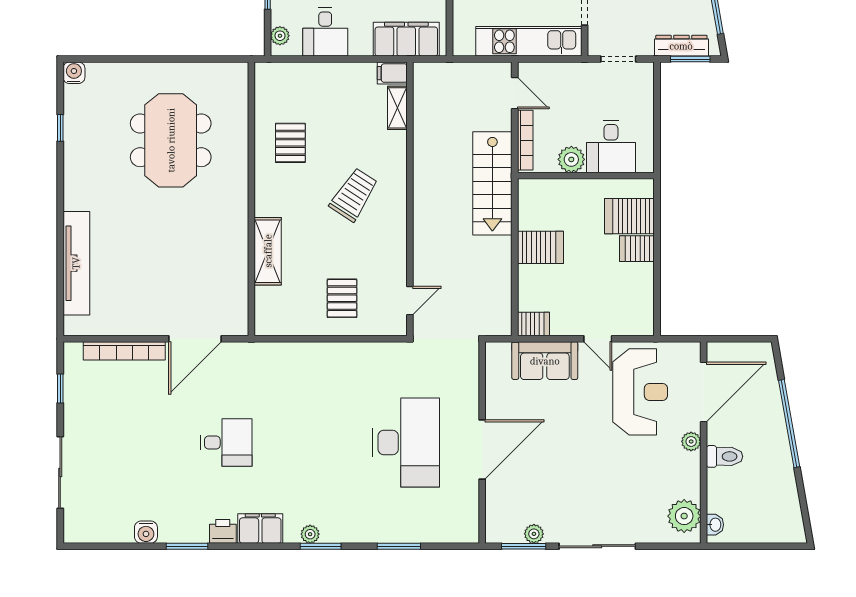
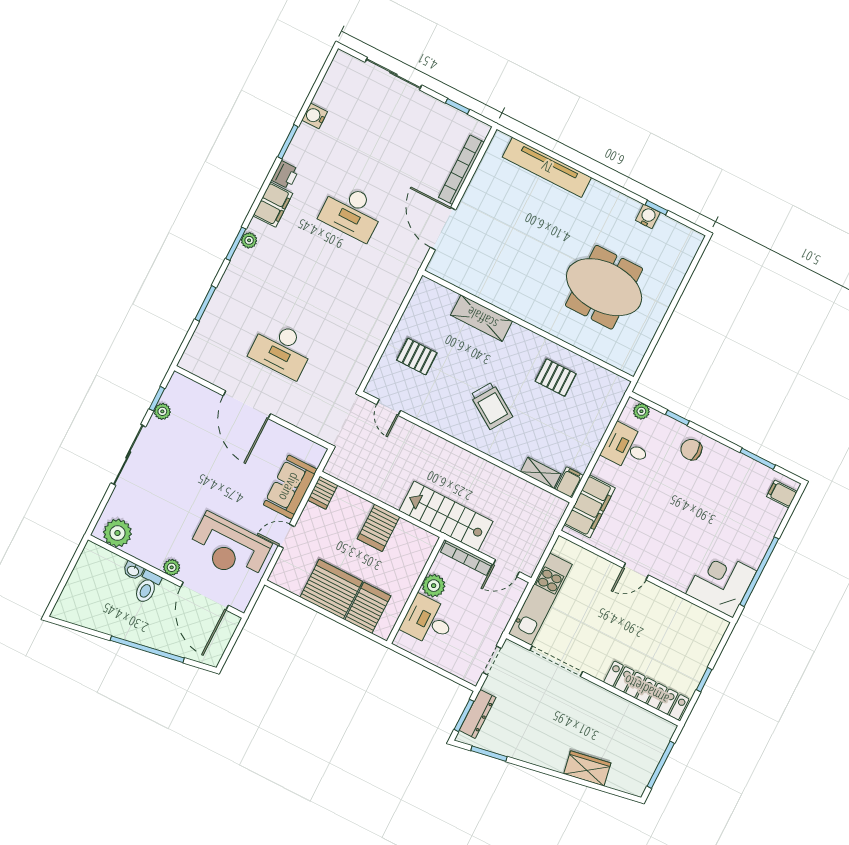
water cooler: (74, 73) -> (648, 216), moved, turned -90
server rack: (637, 249) -> (331, 589), width x2.18, depth x1.44
desk: (226, 443) -> (352, 212), width x1.37
desk: (406, 443) -> (282, 349), width x0.73, depth x0.77
washbasin: (715, 525) -> (133, 571), moved
window: (524, 546) -> (157, 399), width x0.67

